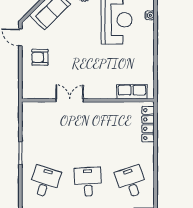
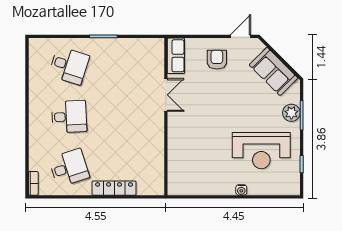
water cooler: (150, 15) -> (241, 190), moved
row of seats: (132, 92) -> (176, 56), moved
locker: (148, 124) -> (114, 188), moved

